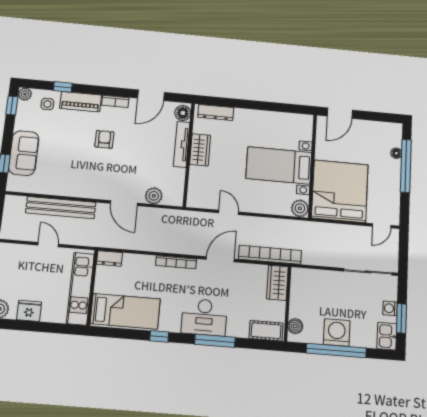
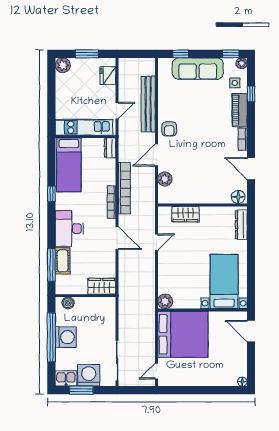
armchair: (104, 139) -> (169, 129), moved, turned 90
tv unit: (182, 144) -> (211, 198), removed
wardrobe: (200, 150) -> (185, 214), moved
sofa: (24, 153) -> (198, 69), width x1.36
floor lamp: (396, 153) -> (242, 382), moved
bed with nightstands: (279, 165) -> (224, 281), moved
window: (406, 166) -> (210, 390), removed
door: (382, 226) -> (156, 371), hinge flipped
door: (48, 245) -> (117, 111), moved
bookcase: (270, 255) -> (124, 188), moved
washing machine: (390, 308) -> (89, 375), width x1.89, depth x1.89
fridge: (29, 311) -> (108, 76), moved, turned 180
cot: (266, 331) -> (63, 261), moved
window: (215, 341) -> (51, 265), moved

